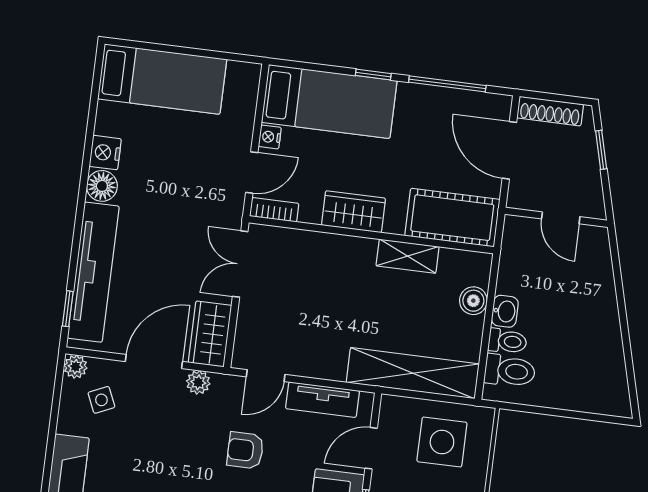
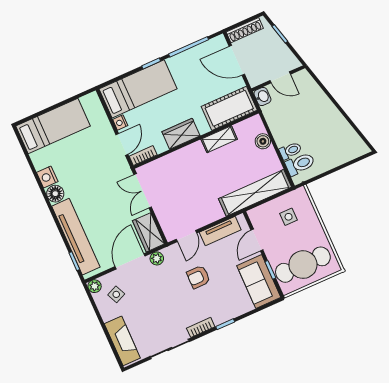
washbasin: (505, 311) -> (262, 96), moved
side table: (442, 442) -> (289, 217), width x0.54, depth x0.54

